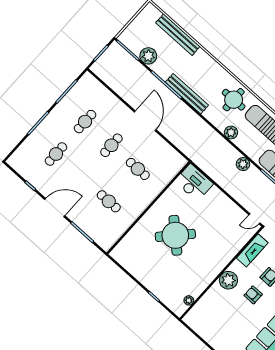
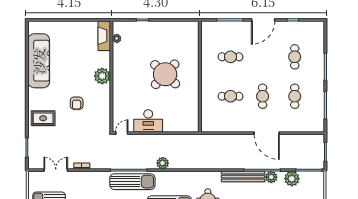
door: (145, 121) -> (267, 133), moved
plant: (231, 132) -> (271, 177), moved
desk: (194, 183) -> (148, 121), moved
fireplace: (252, 250) -> (104, 36), moved
armchair: (253, 295) -> (77, 81), removed

